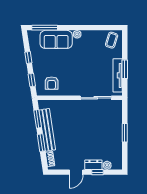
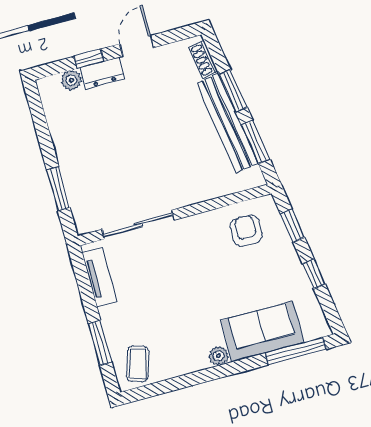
window: (125, 69) -> (100, 343), moved
tv unit: (118, 75) -> (100, 277), width x0.71
window: (125, 133) -> (58, 189), moved

